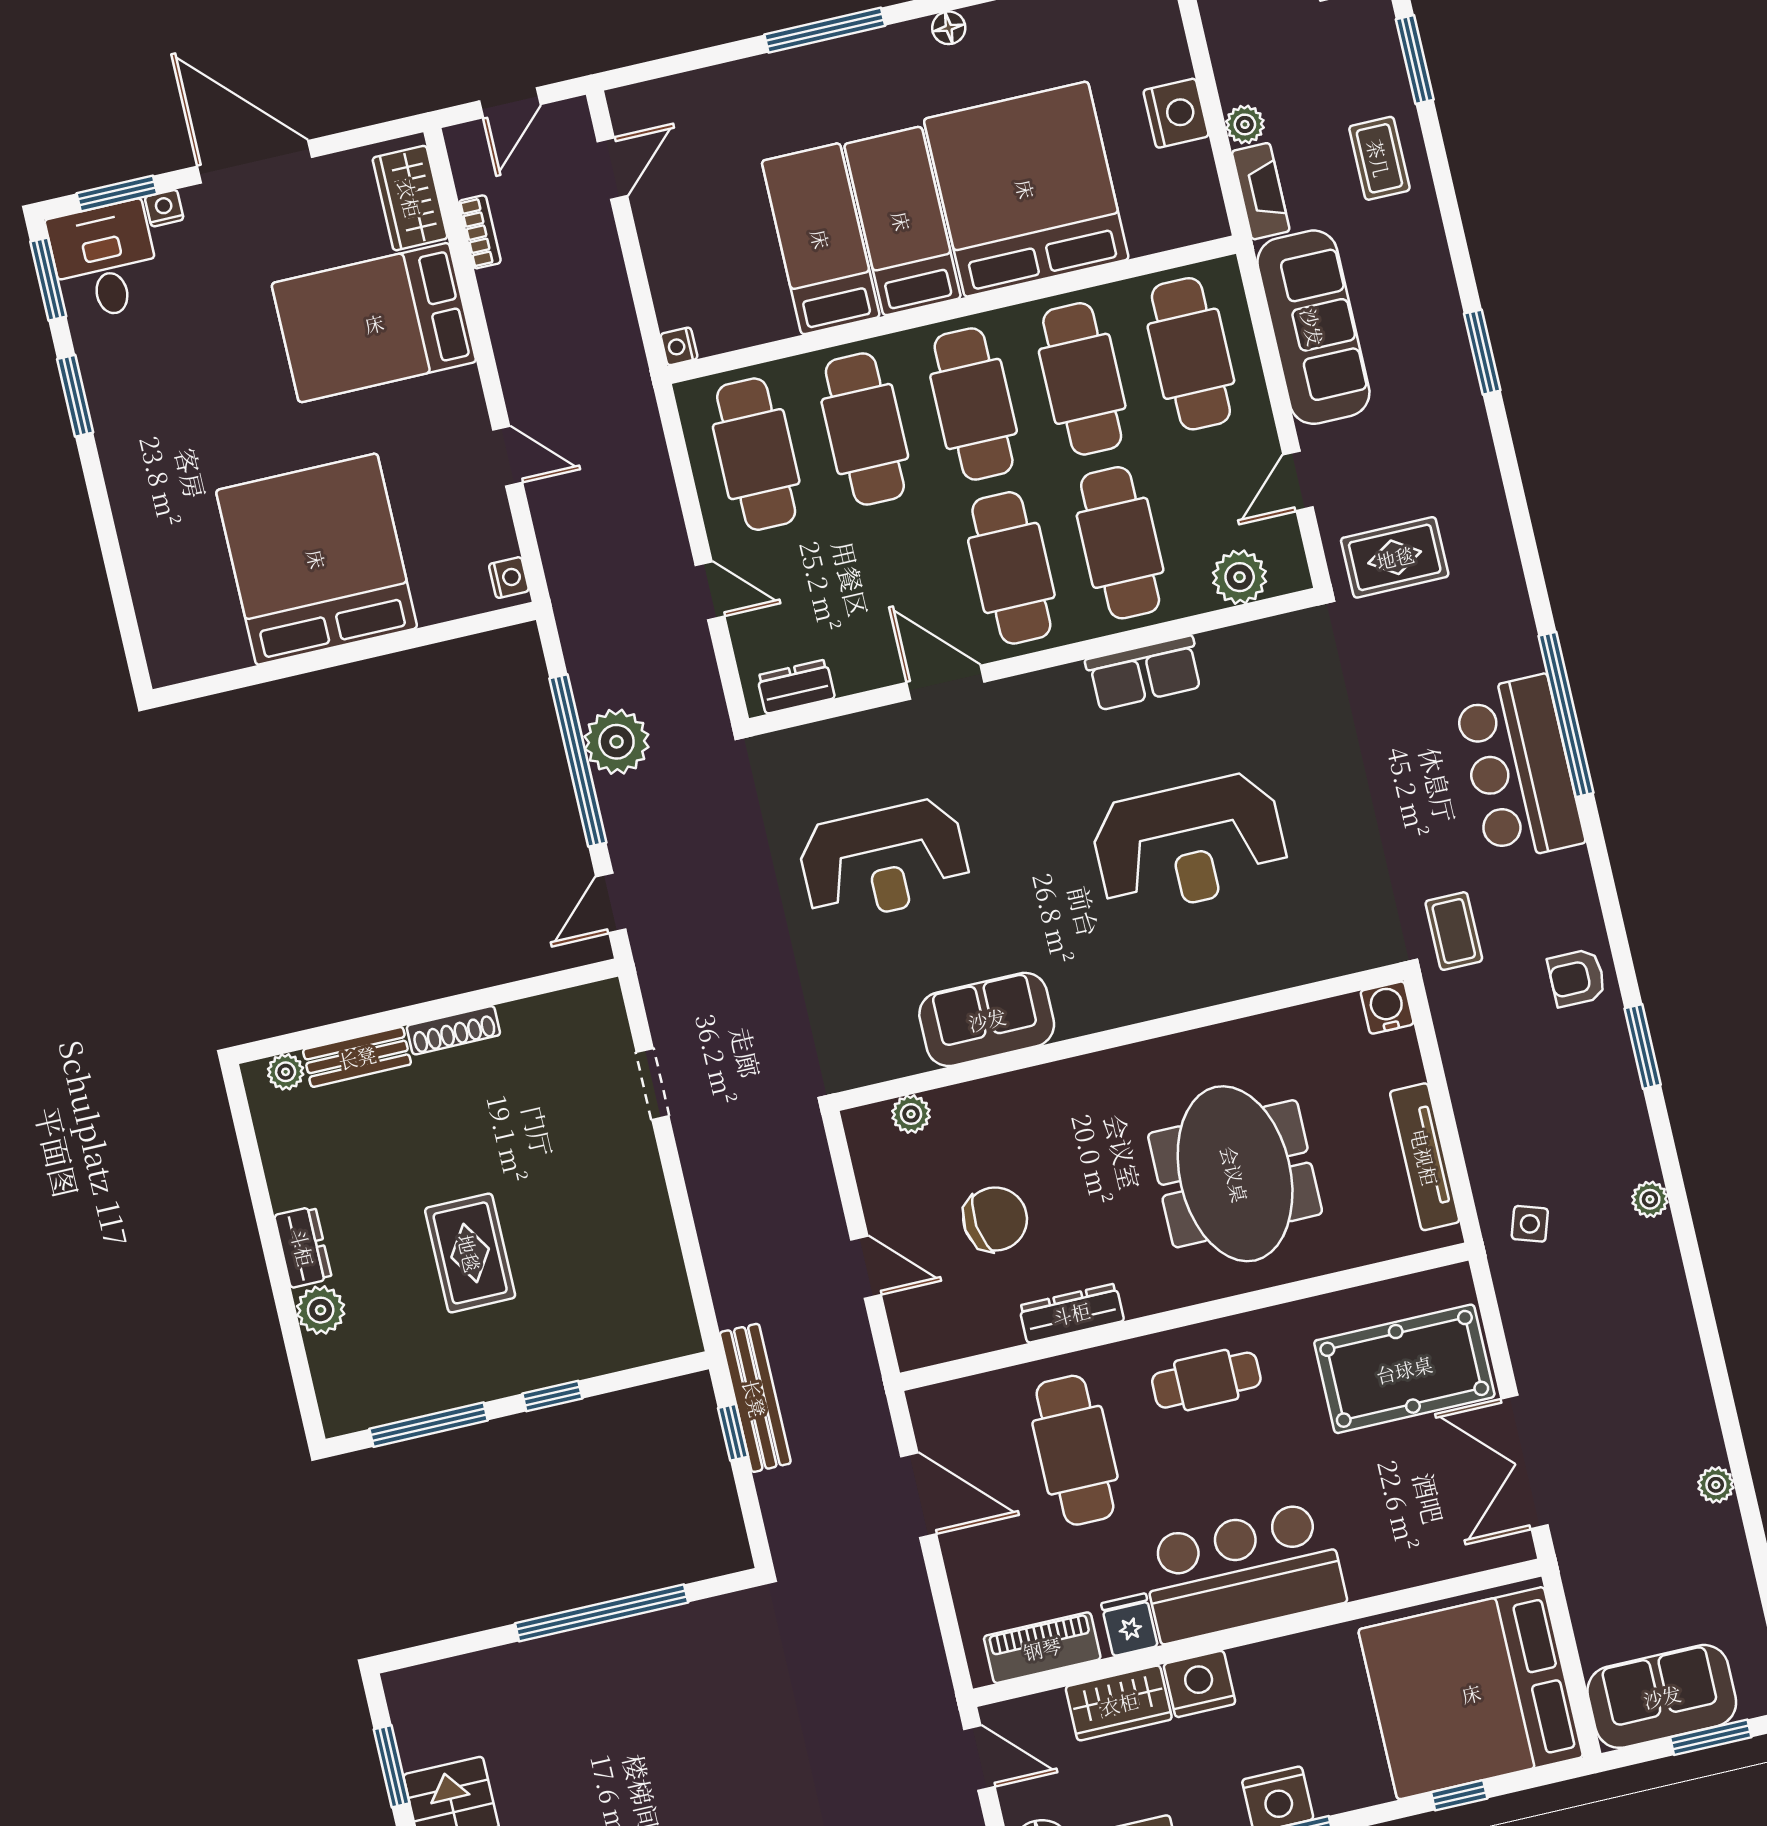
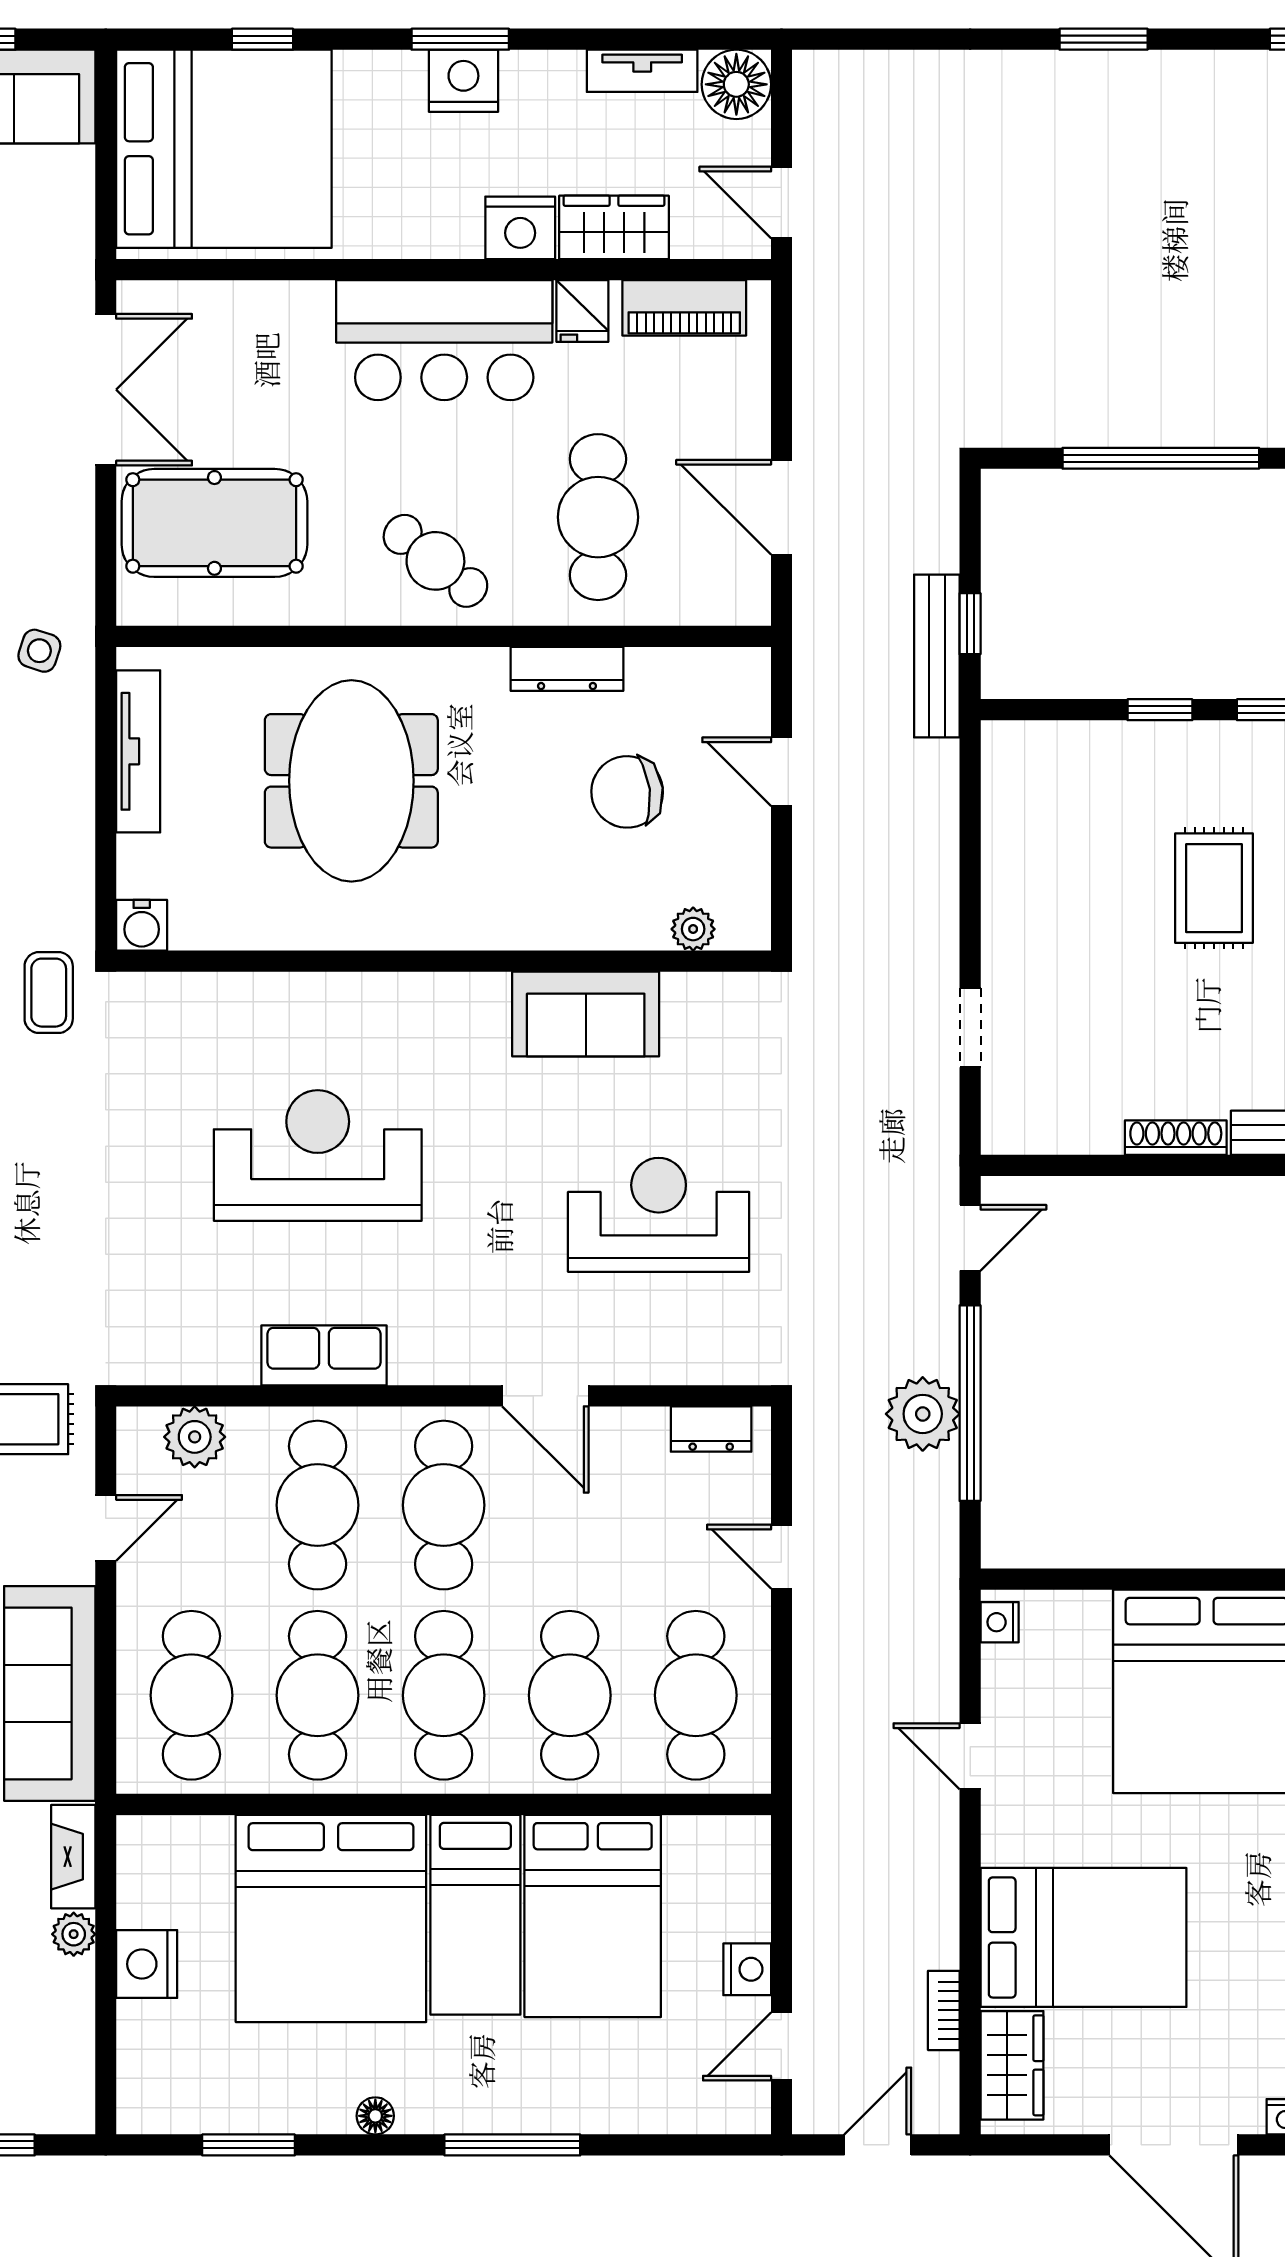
bed: (821, 239) -> (593, 1916), width x1.50
nightstand: (679, 346) -> (747, 1969), moved, width x1.39, depth x1.35
cafe table: (1206, 1380) -> (435, 561), turned 39

